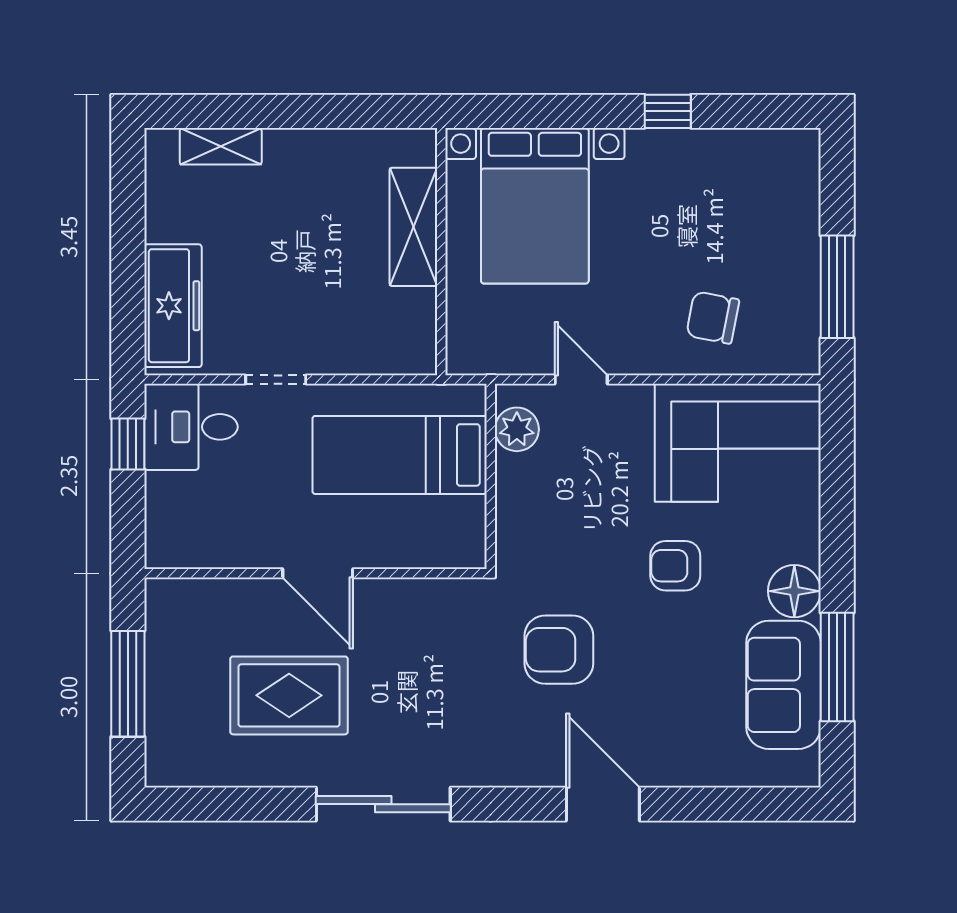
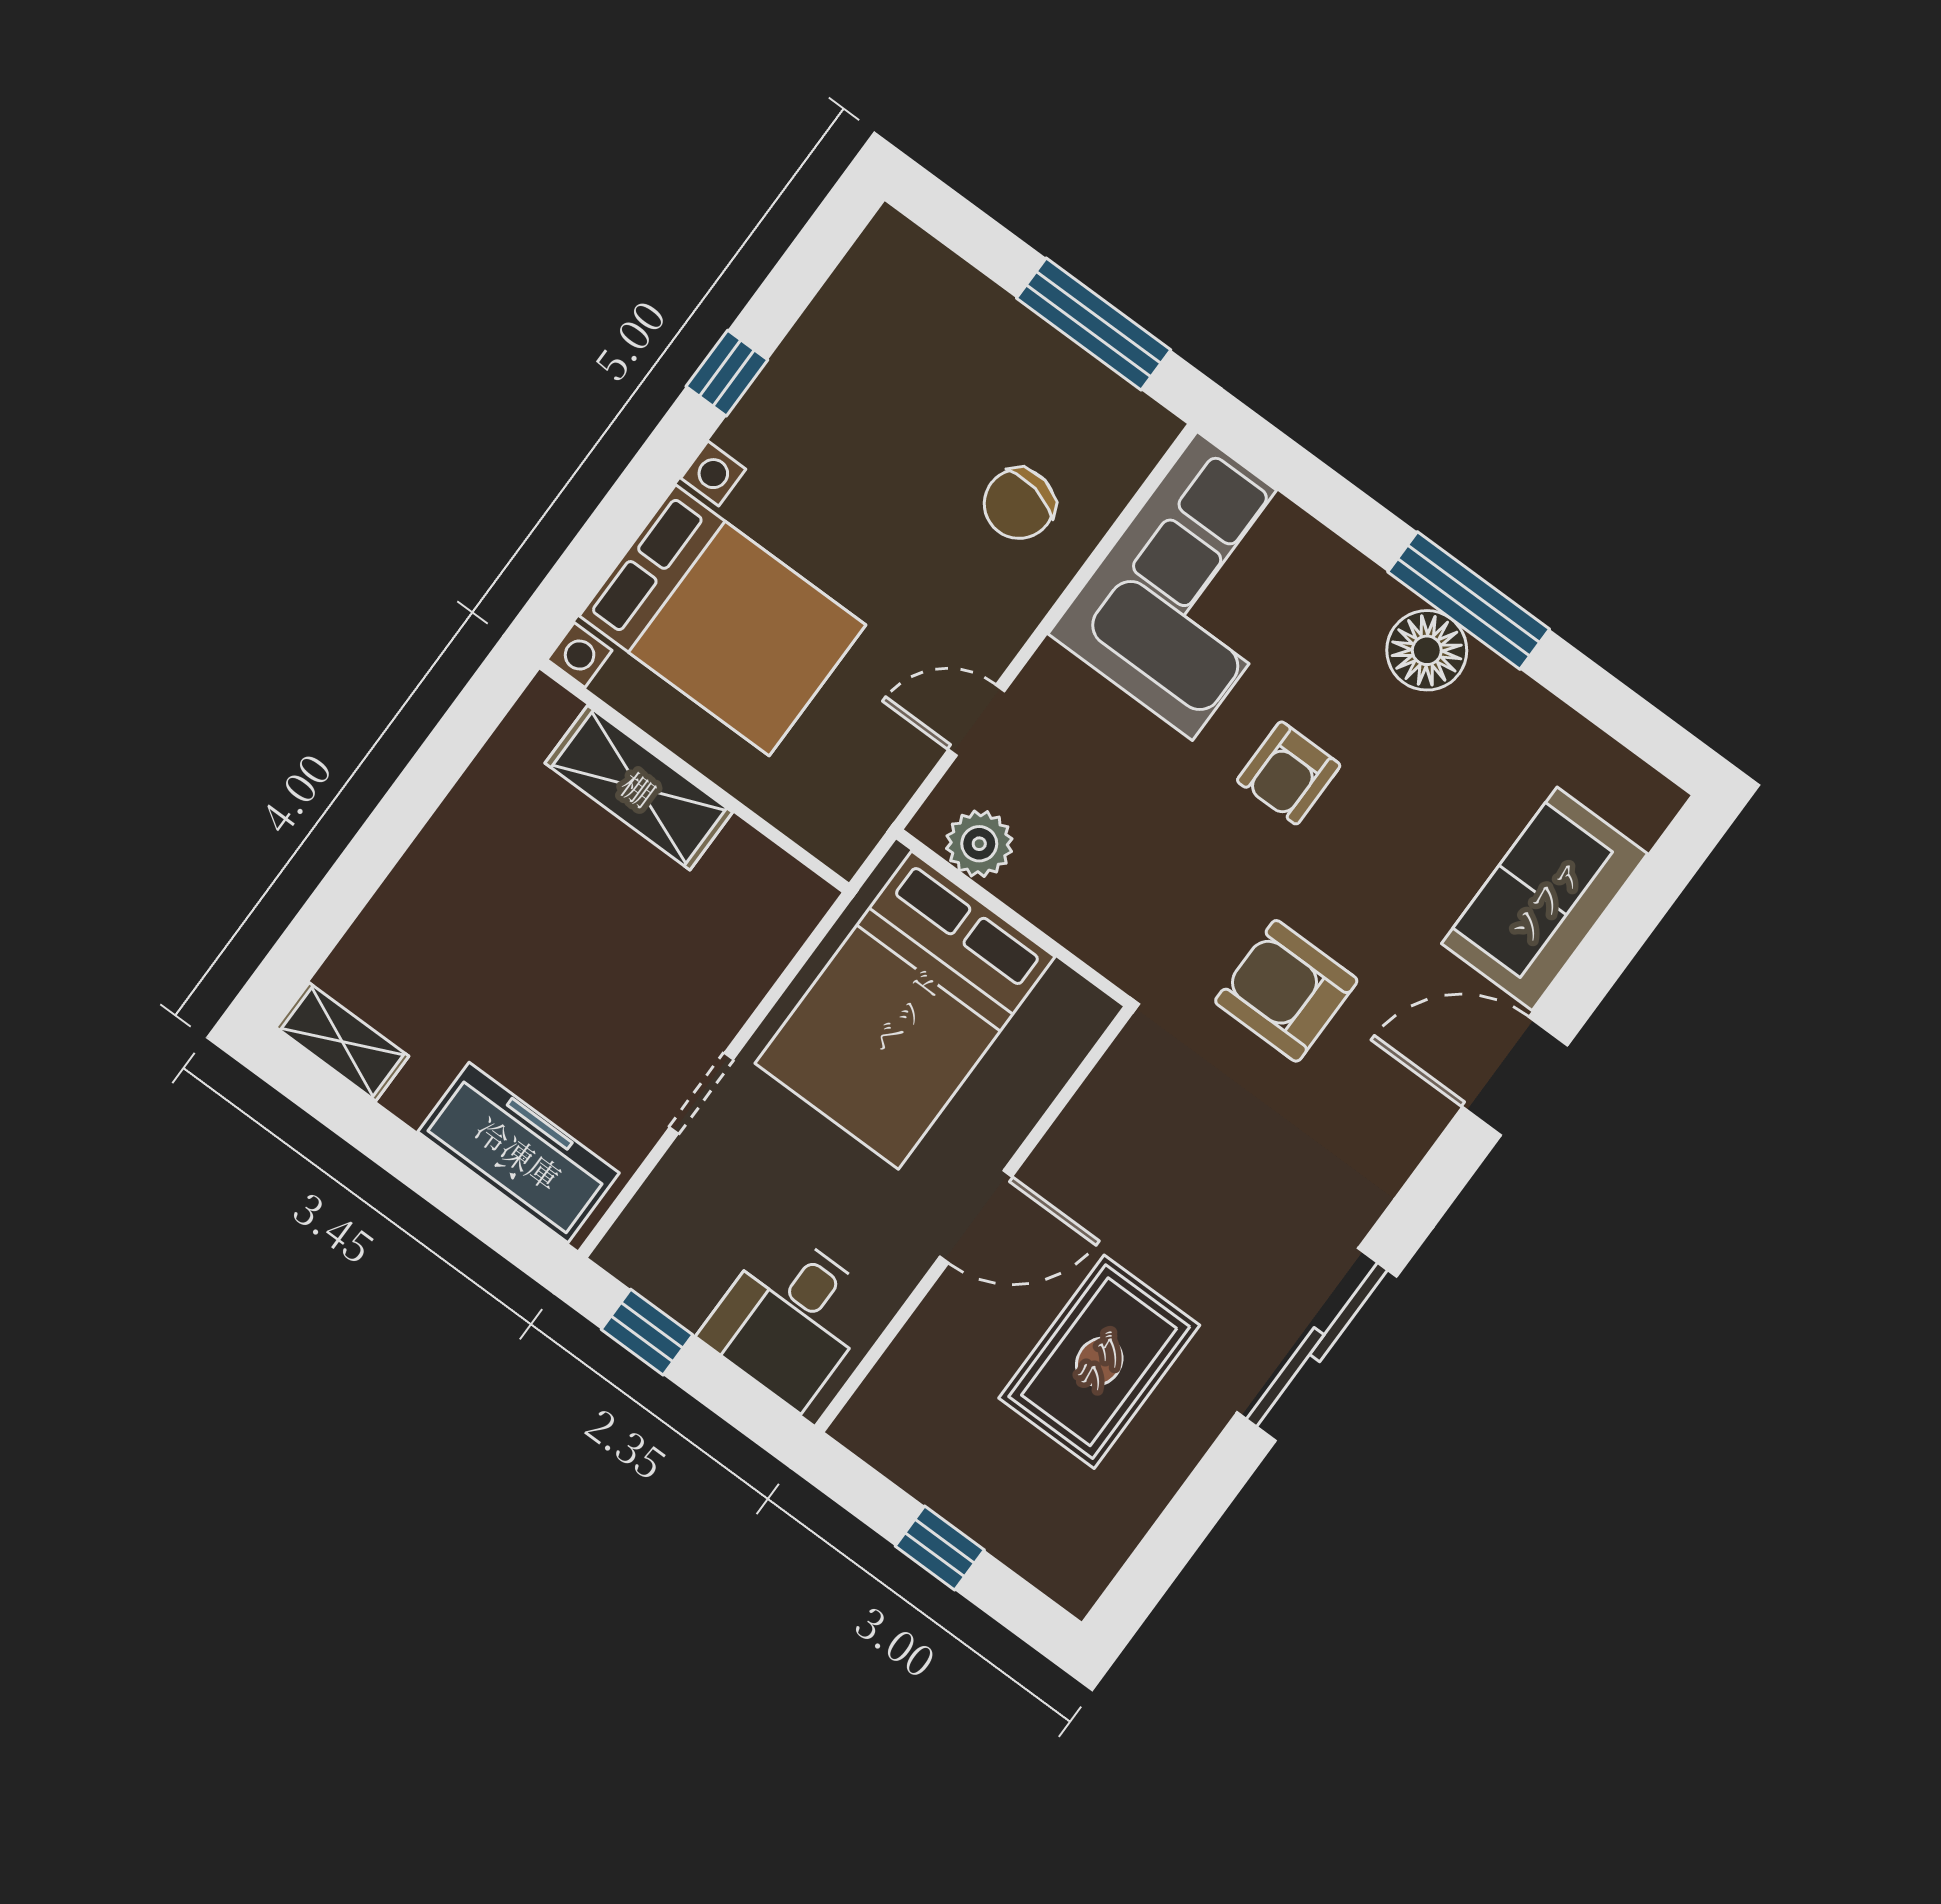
shelving: (221, 146) -> (342, 1042), moved, turned 90
desk: (191, 427) -> (790, 1319), moved
bed: (400, 455) -> (905, 1010), width x1.50
armchair: (559, 650) -> (1286, 991), turned 90
window: (837, 667) -> (1469, 600), moved
window: (128, 684) -> (940, 1548), width x0.46
sofa: (783, 685) -> (1545, 899), moved, turned 90

